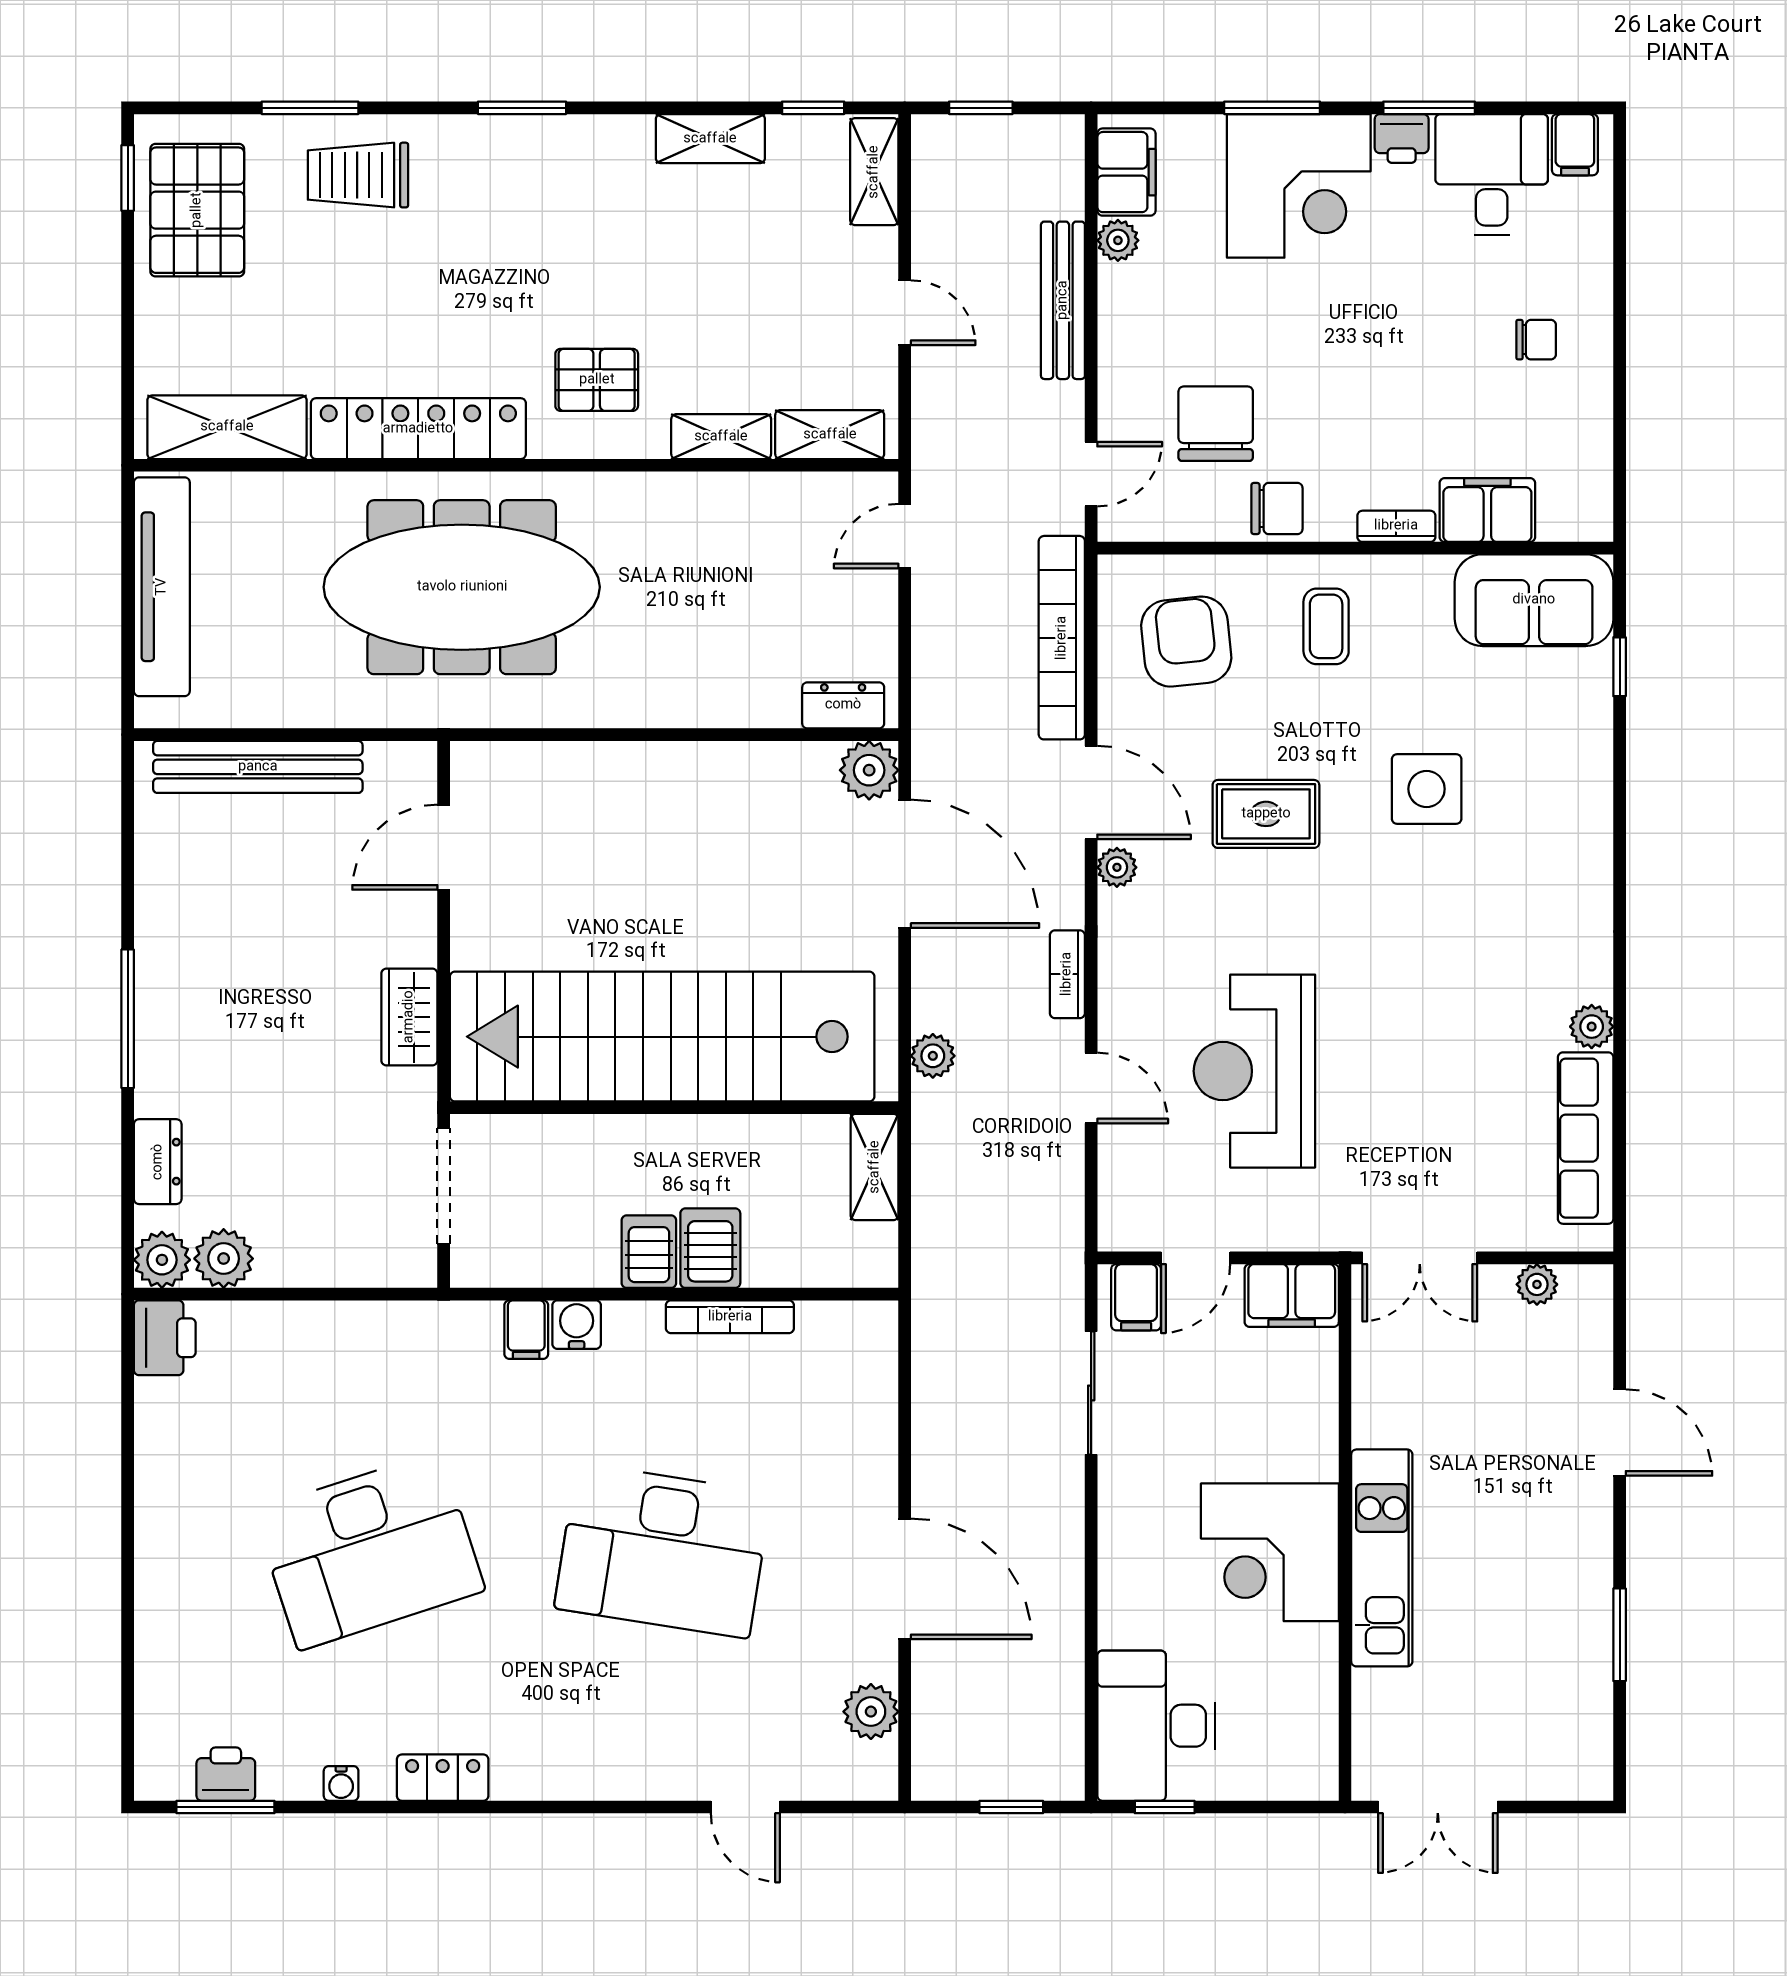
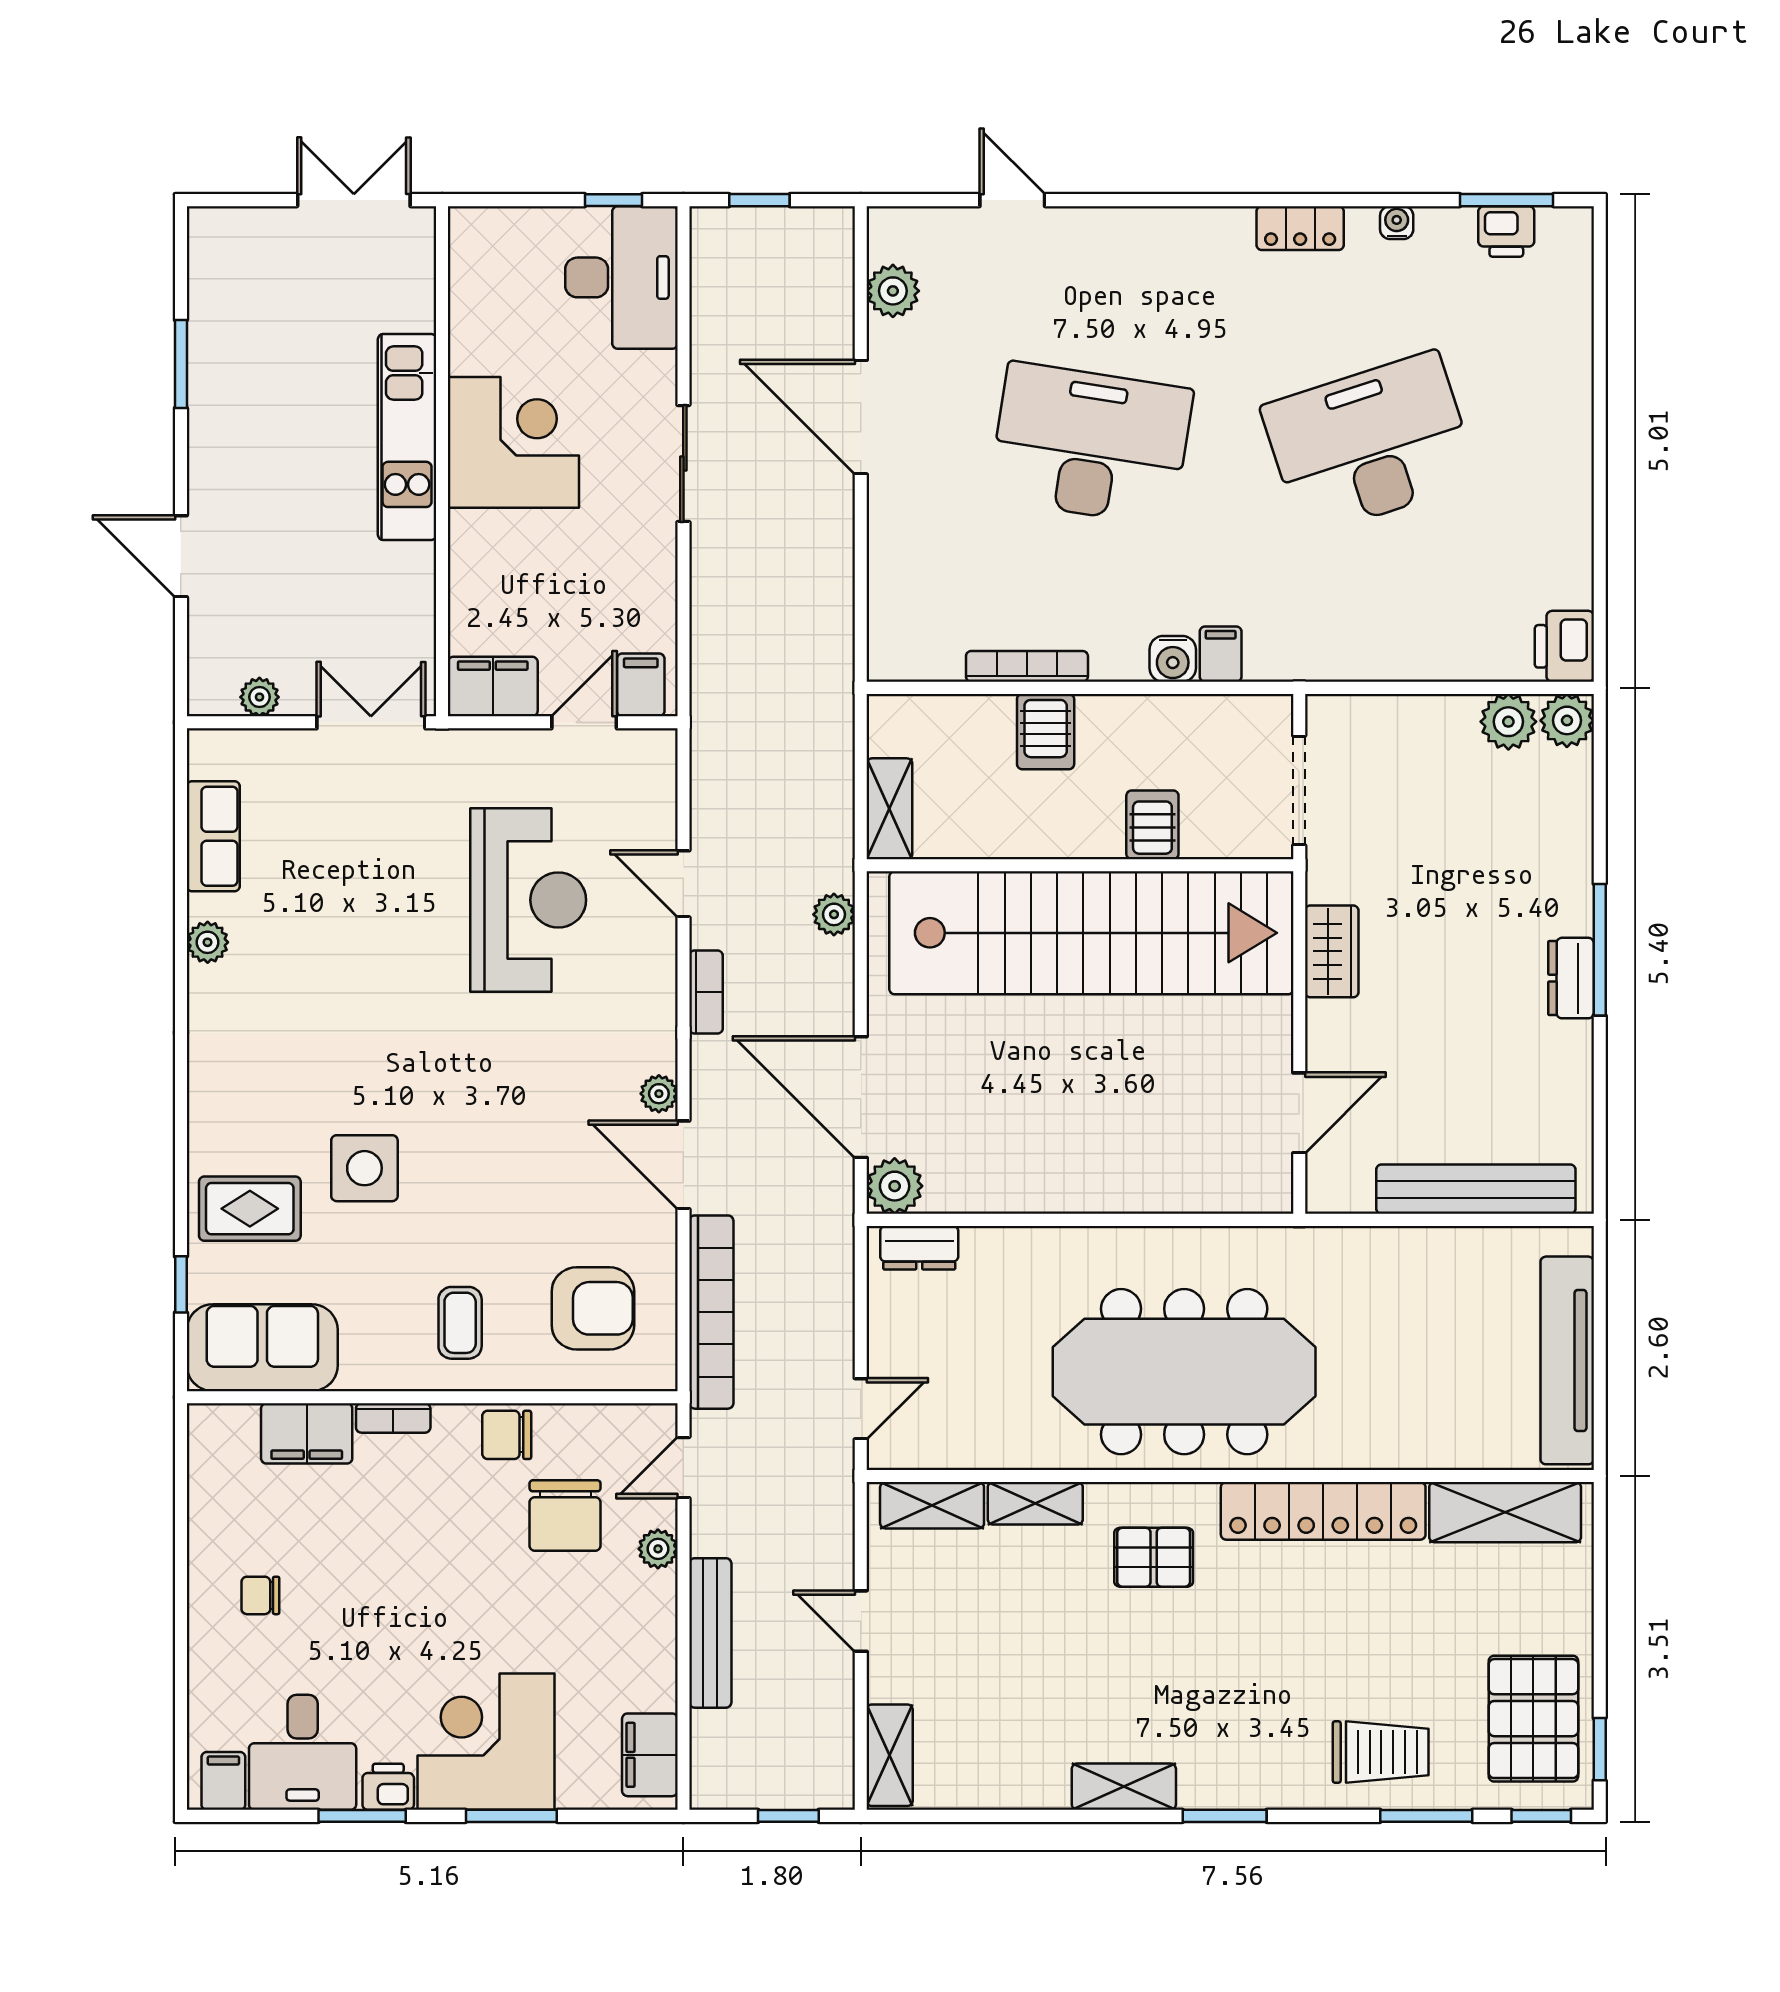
window: (813, 108) -> (1541, 1816), moved
shelving: (710, 139) -> (1124, 1787), moved
plant: (1118, 240) -> (658, 1549), moved
meeting table: (462, 587) -> (1184, 1372), moved
armchair: (1186, 642) -> (593, 1308), turned -84
rug: (1266, 814) -> (250, 1209), moved
row of seats: (1586, 1138) -> (213, 836), width x0.68
dresser: (158, 1162) -> (1571, 978), moved
server rack: (649, 1252) -> (1152, 825), moved, turned 180
sliding door: (1091, 1393) -> (683, 463), moved

